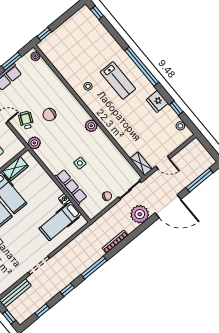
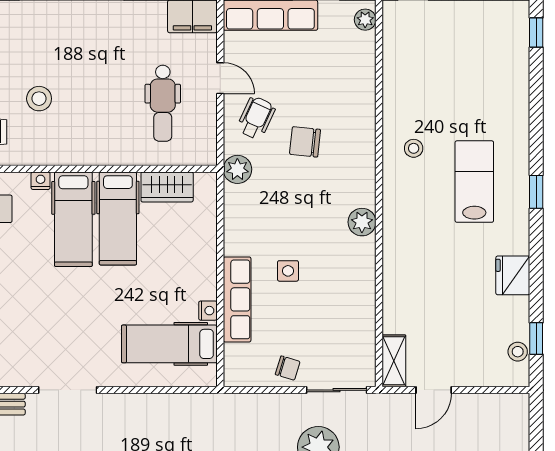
window: (142, 67) -> (536, 192), width x0.32
lab bench: (118, 80) -> (474, 182), turned 180
window: (176, 108) -> (536, 339), moved
door: (163, 162) -> (434, 390), hinge flipped

